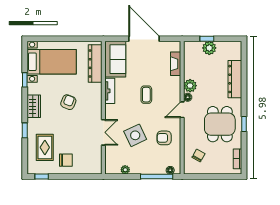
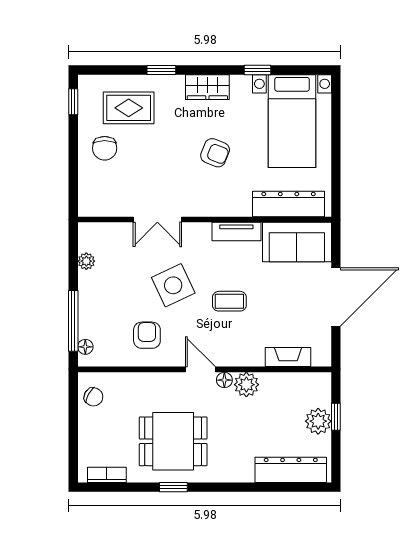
dresser: (235, 79) -> (291, 470), moved
side table: (135, 135) -> (173, 285), moved
chair: (198, 155) -> (93, 397), moved

